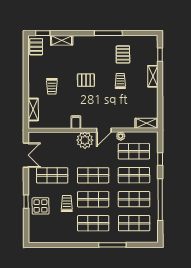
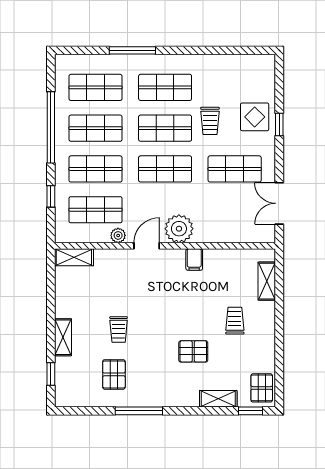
pallet: (86, 80) -> (193, 351), moved

